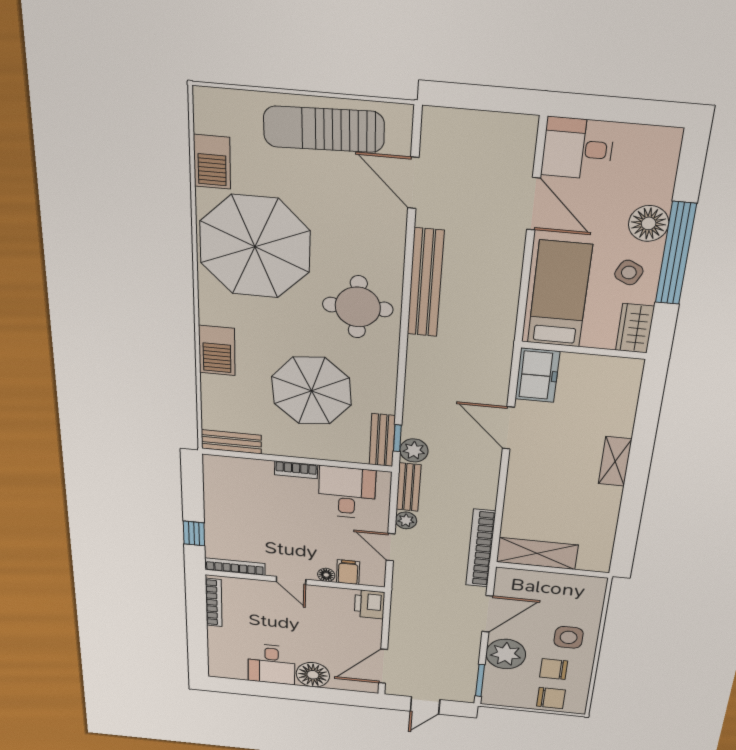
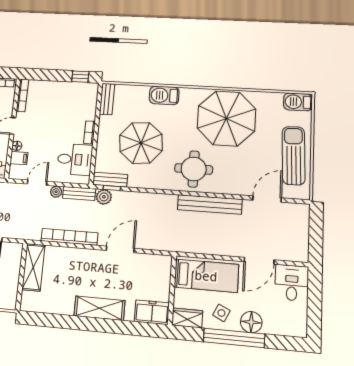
barbecue: (212, 162) -> (298, 102), moved
freezer: (537, 375) -> (152, 312), moved, turned 180
shelving: (615, 461) -> (99, 308), width x1.50, depth x1.33
window: (194, 533) -> (80, 77), moved
bookcase: (481, 548) -> (69, 237), moved

